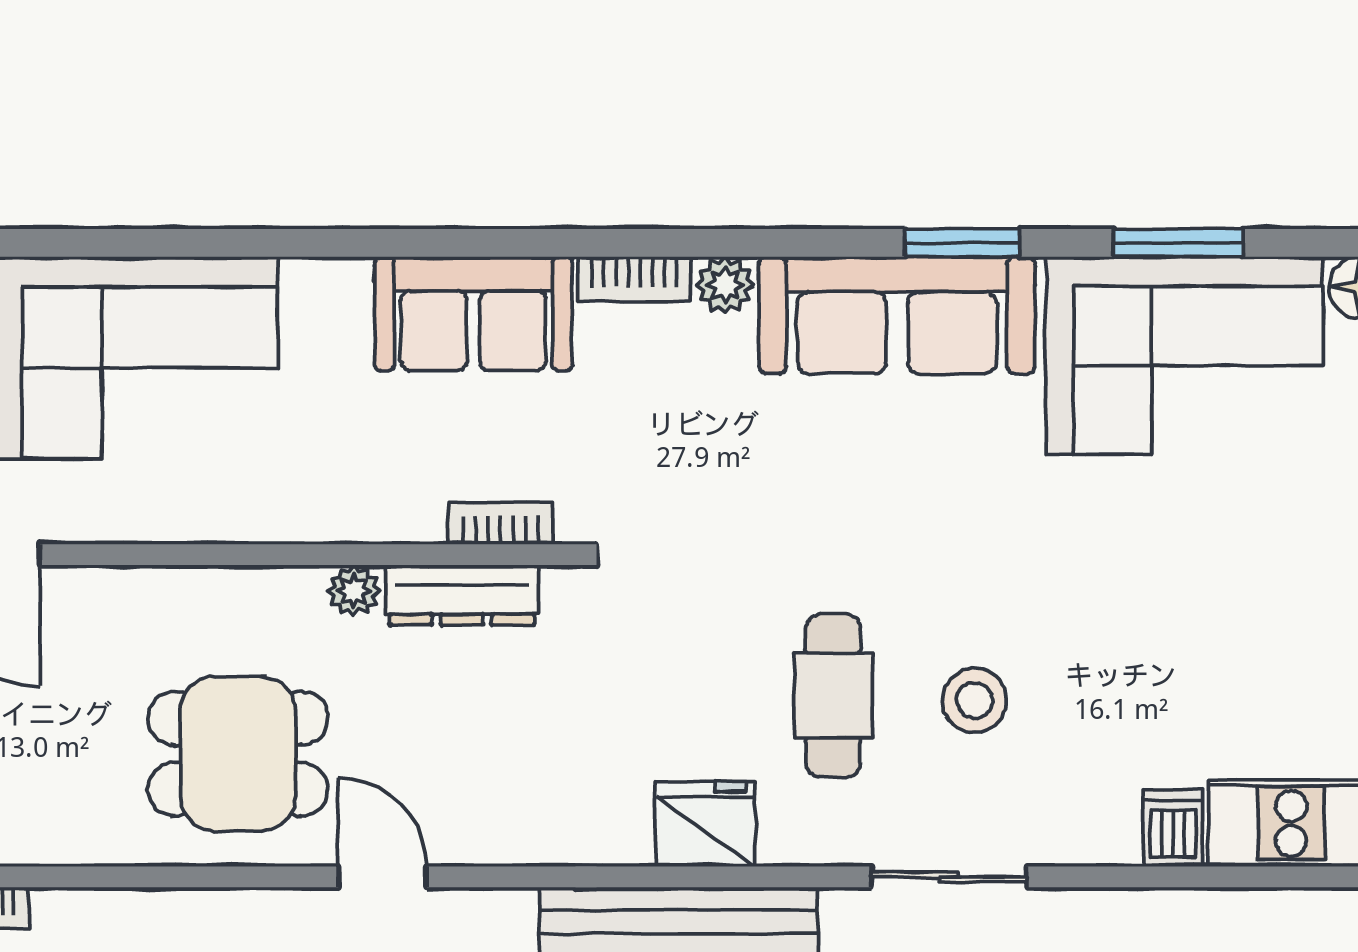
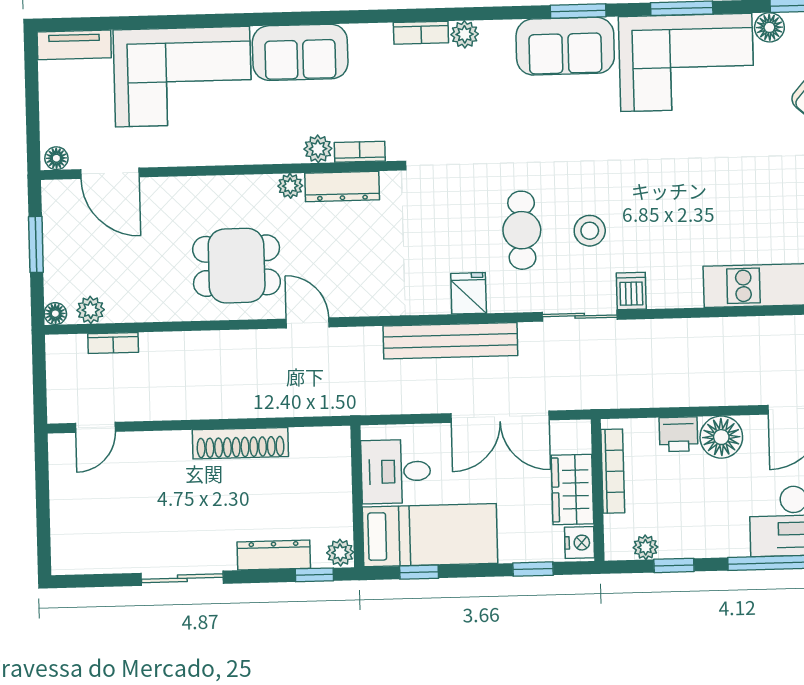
sofa: (473, 314) -> (300, 52), moved
sofa: (897, 315) -> (565, 46), width x0.73
plant: (414, 515) -> (318, 149), added
fridge: (705, 824) -> (469, 293), width x0.72
dishwasher: (1173, 828) -> (631, 291), moved

